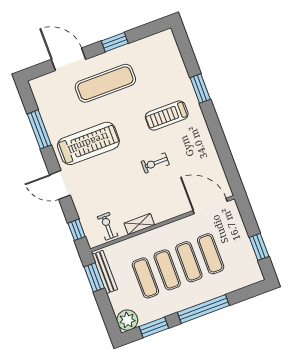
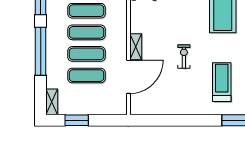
door: (210, 206) -> (128, 77), moved
shelving: (139, 224) -> (136, 47), moved
shelving: (250, 279) -> (52, 102), added

